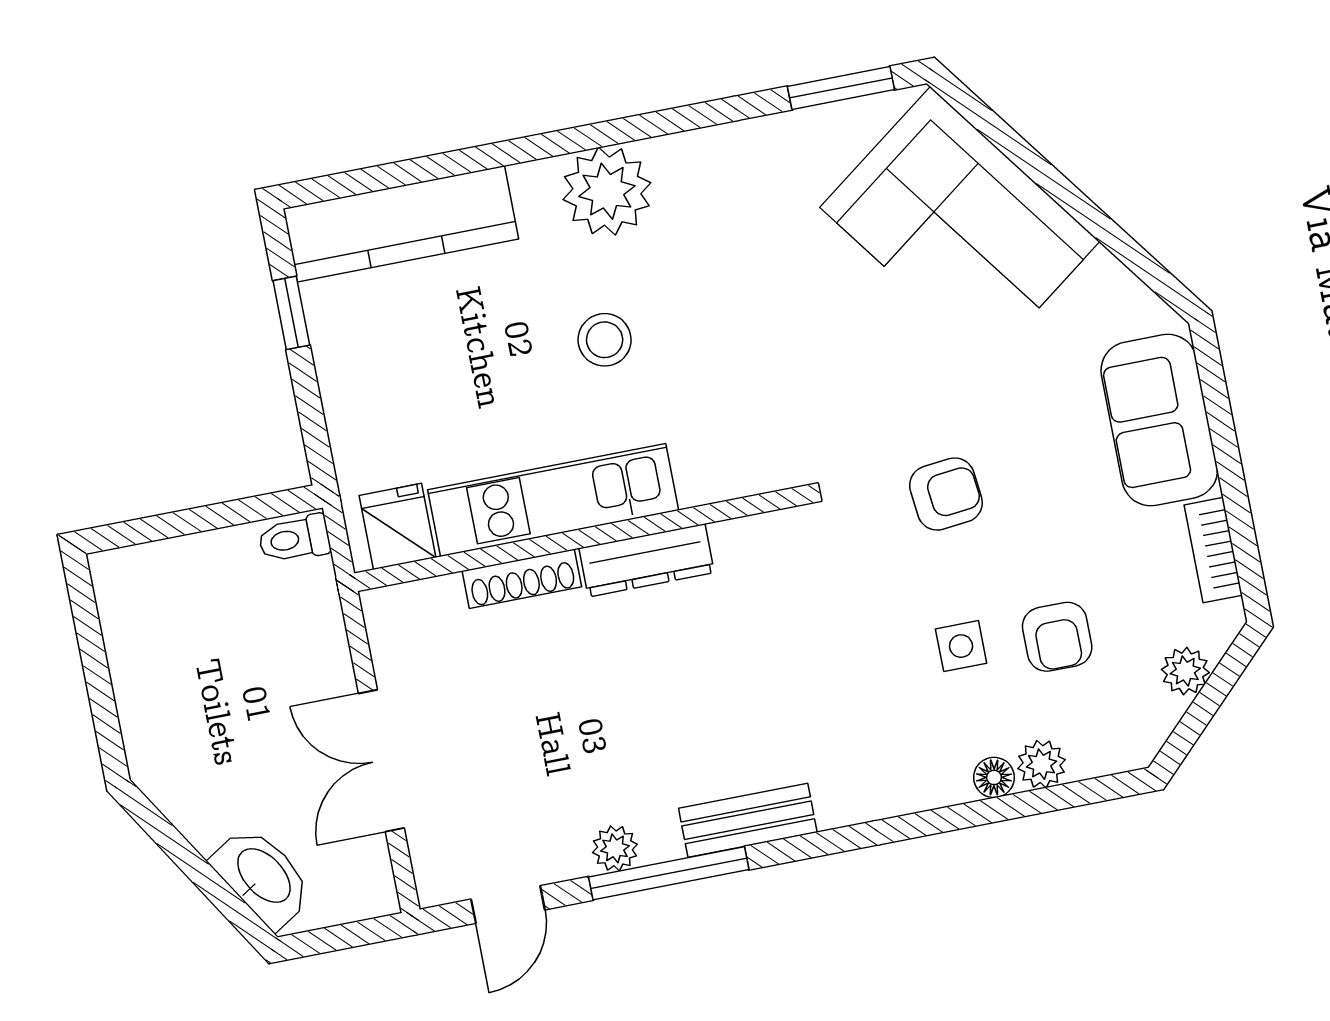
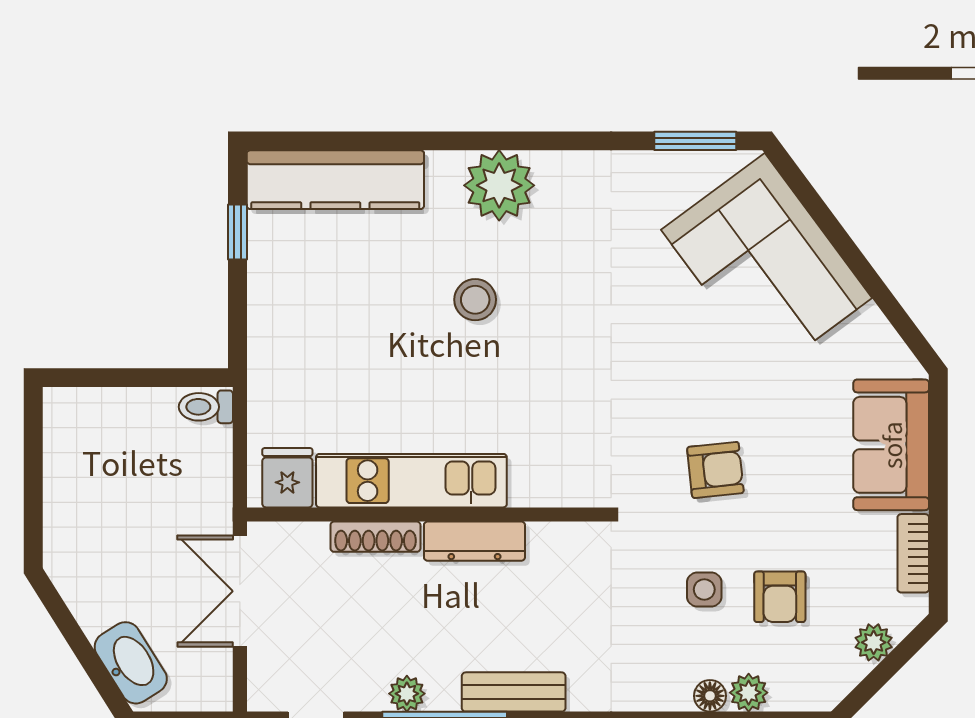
kitchen unit: (553, 500) -> (411, 481), moved
fridge: (398, 526) -> (287, 478), moved
wall: (579, 539) -> (425, 514), moved
dresser: (647, 560) -> (474, 541), moved
shoe rack: (522, 579) -> (375, 537), moved

